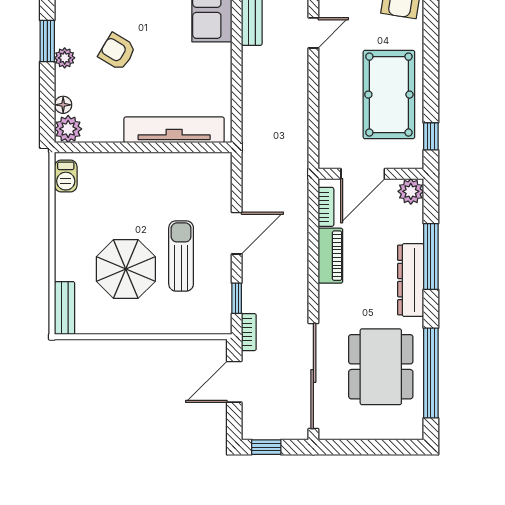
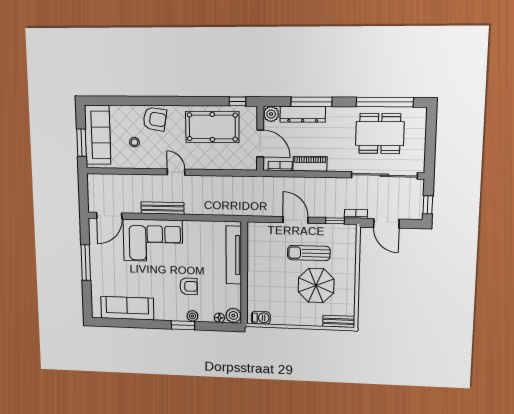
armchair: (117, 52) -> (189, 286), turned -121
dresser: (411, 280) -> (303, 114), moved

